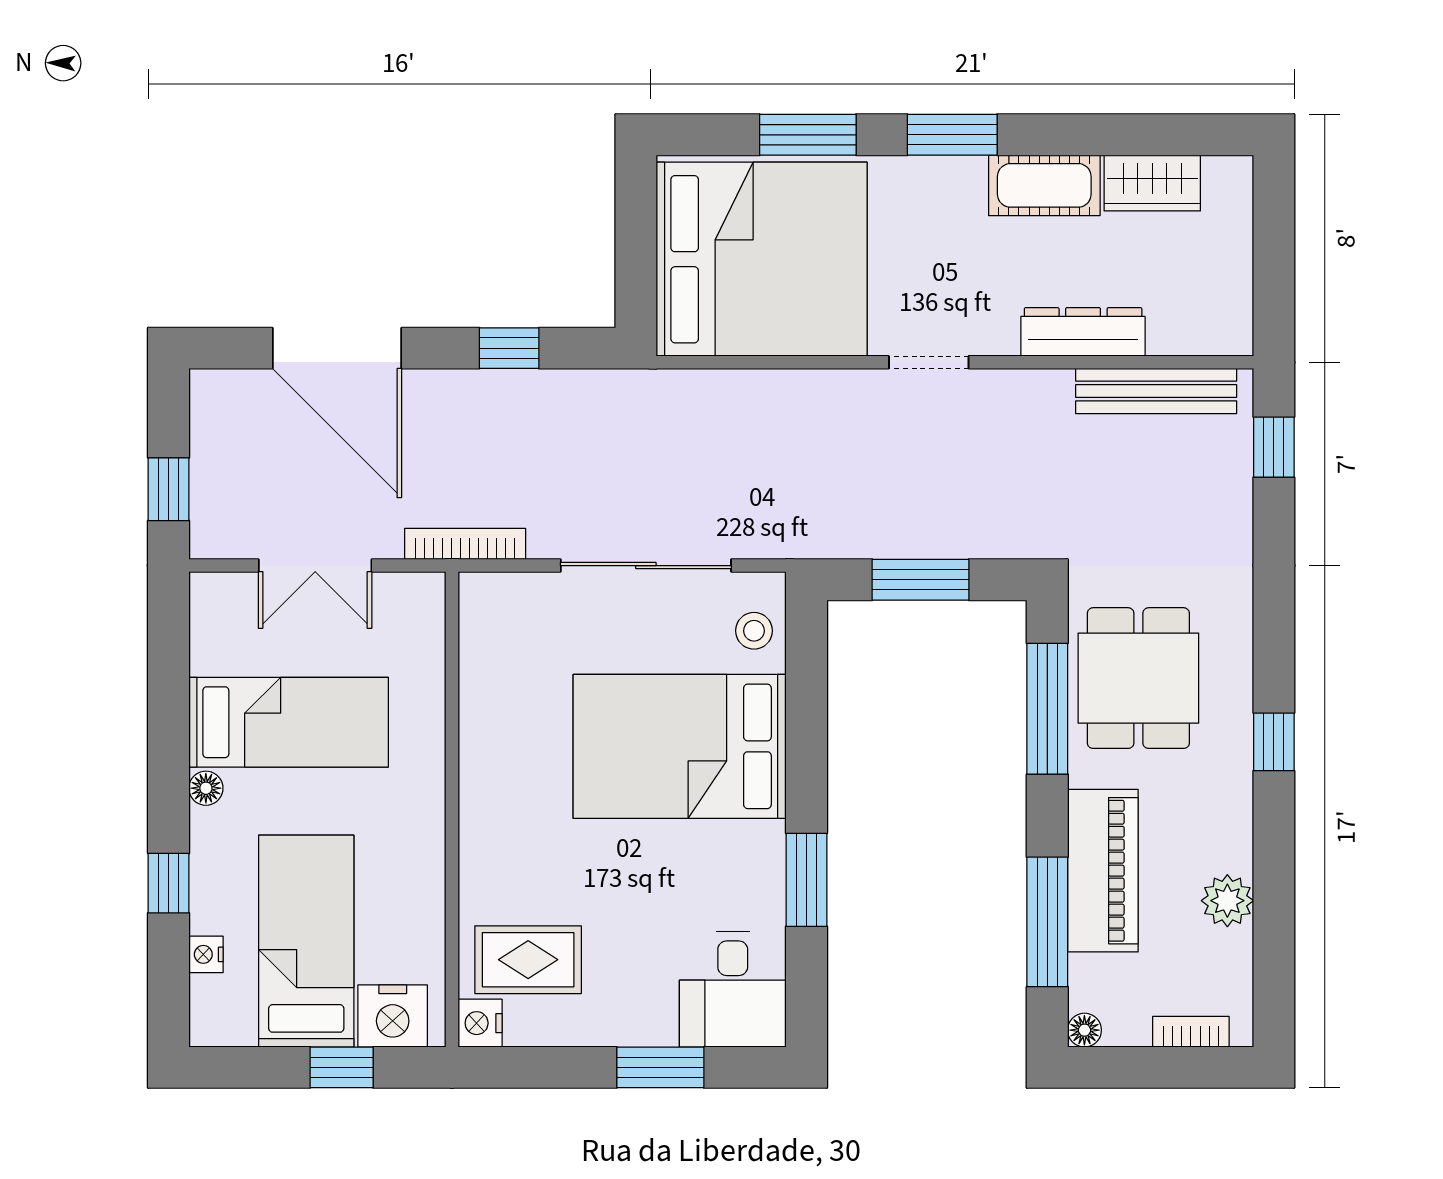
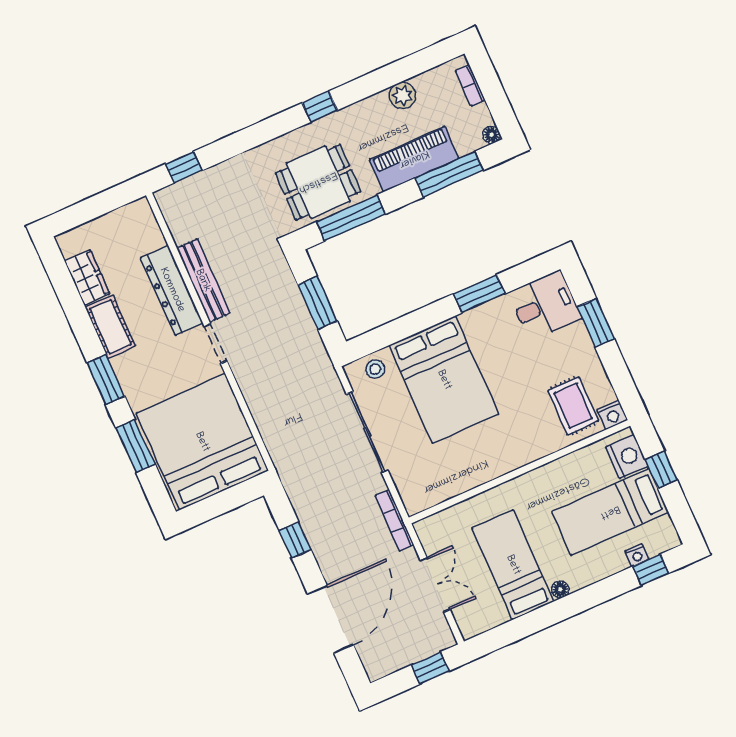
dresser: (1083, 332) -> (172, 290), width x1.37, depth x1.24
bench: (1156, 391) -> (203, 281), moved
window: (169, 883) -> (651, 570), moved

